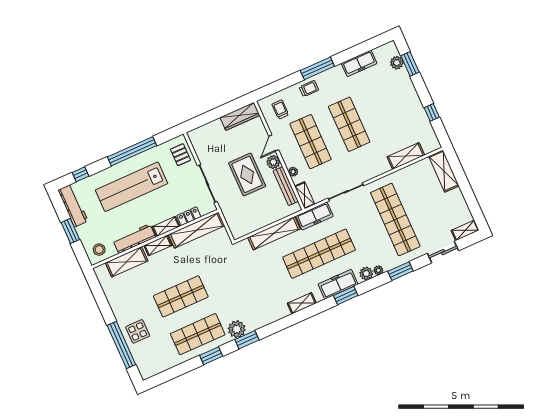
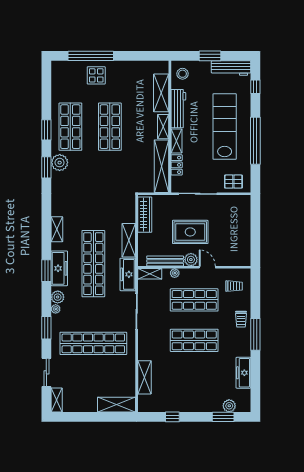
wardrobe: (240, 116) -> (145, 215), moved, turned 180
shelving: (274, 233) -> (129, 240), width x0.68

